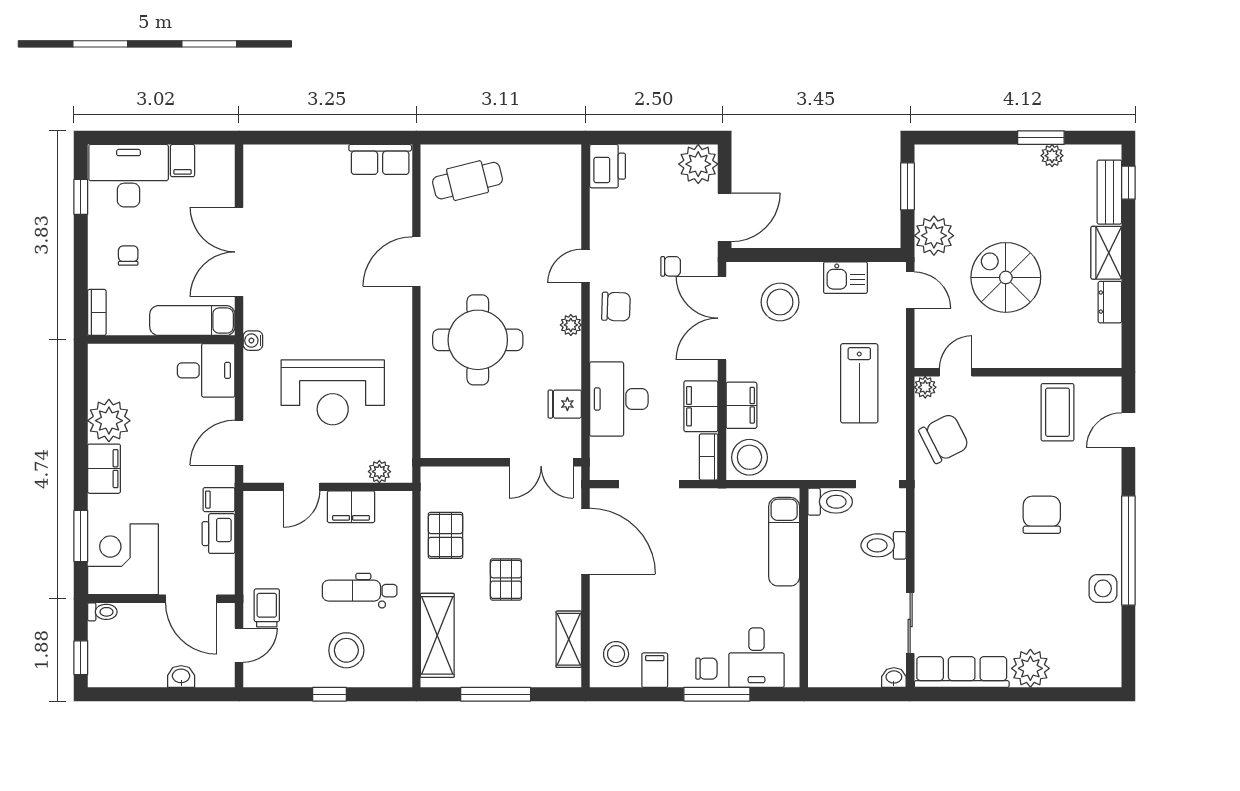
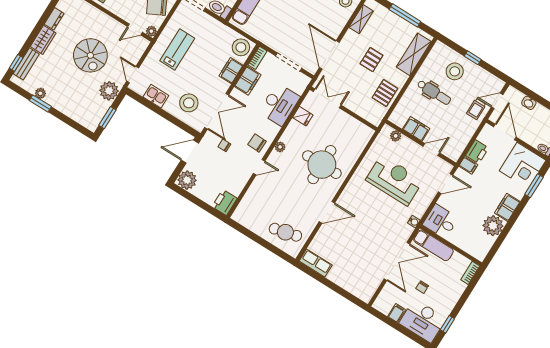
chair: (128, 256) -> (422, 287), moved

